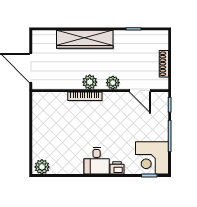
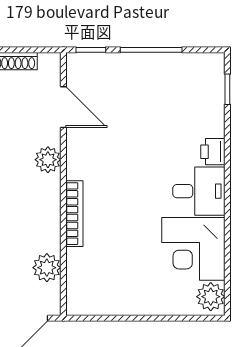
plant: (90, 82) -> (47, 268), moved
door: (140, 91) -> (63, 107), hinge flipped
corner desk: (152, 158) -> (193, 249), moved, turned 90

